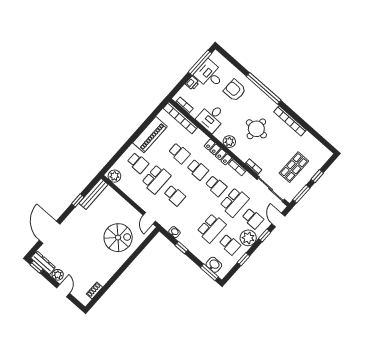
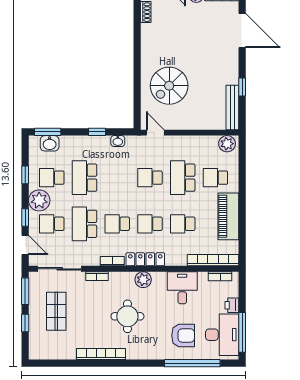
desk: (210, 75) -> (222, 335), width x1.37
window: (264, 88) -> (192, 363), moved

